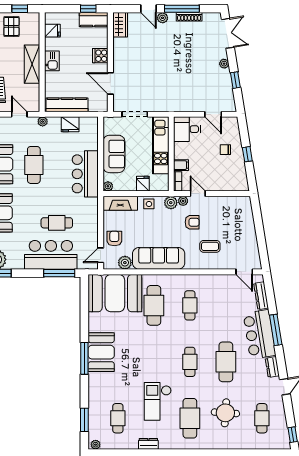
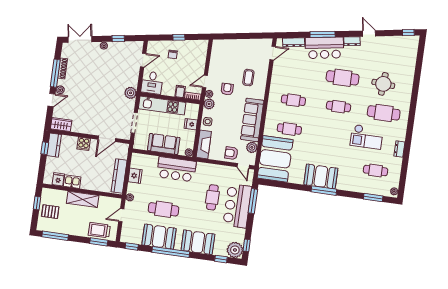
kitchen sink: (52, 61) -> (72, 182), moved
plant: (171, 104) -> (131, 93), added
cafe table: (154, 305) -> (289, 129), width x0.73, depth x0.74
cafe table: (262, 418) -> (392, 55), removed

